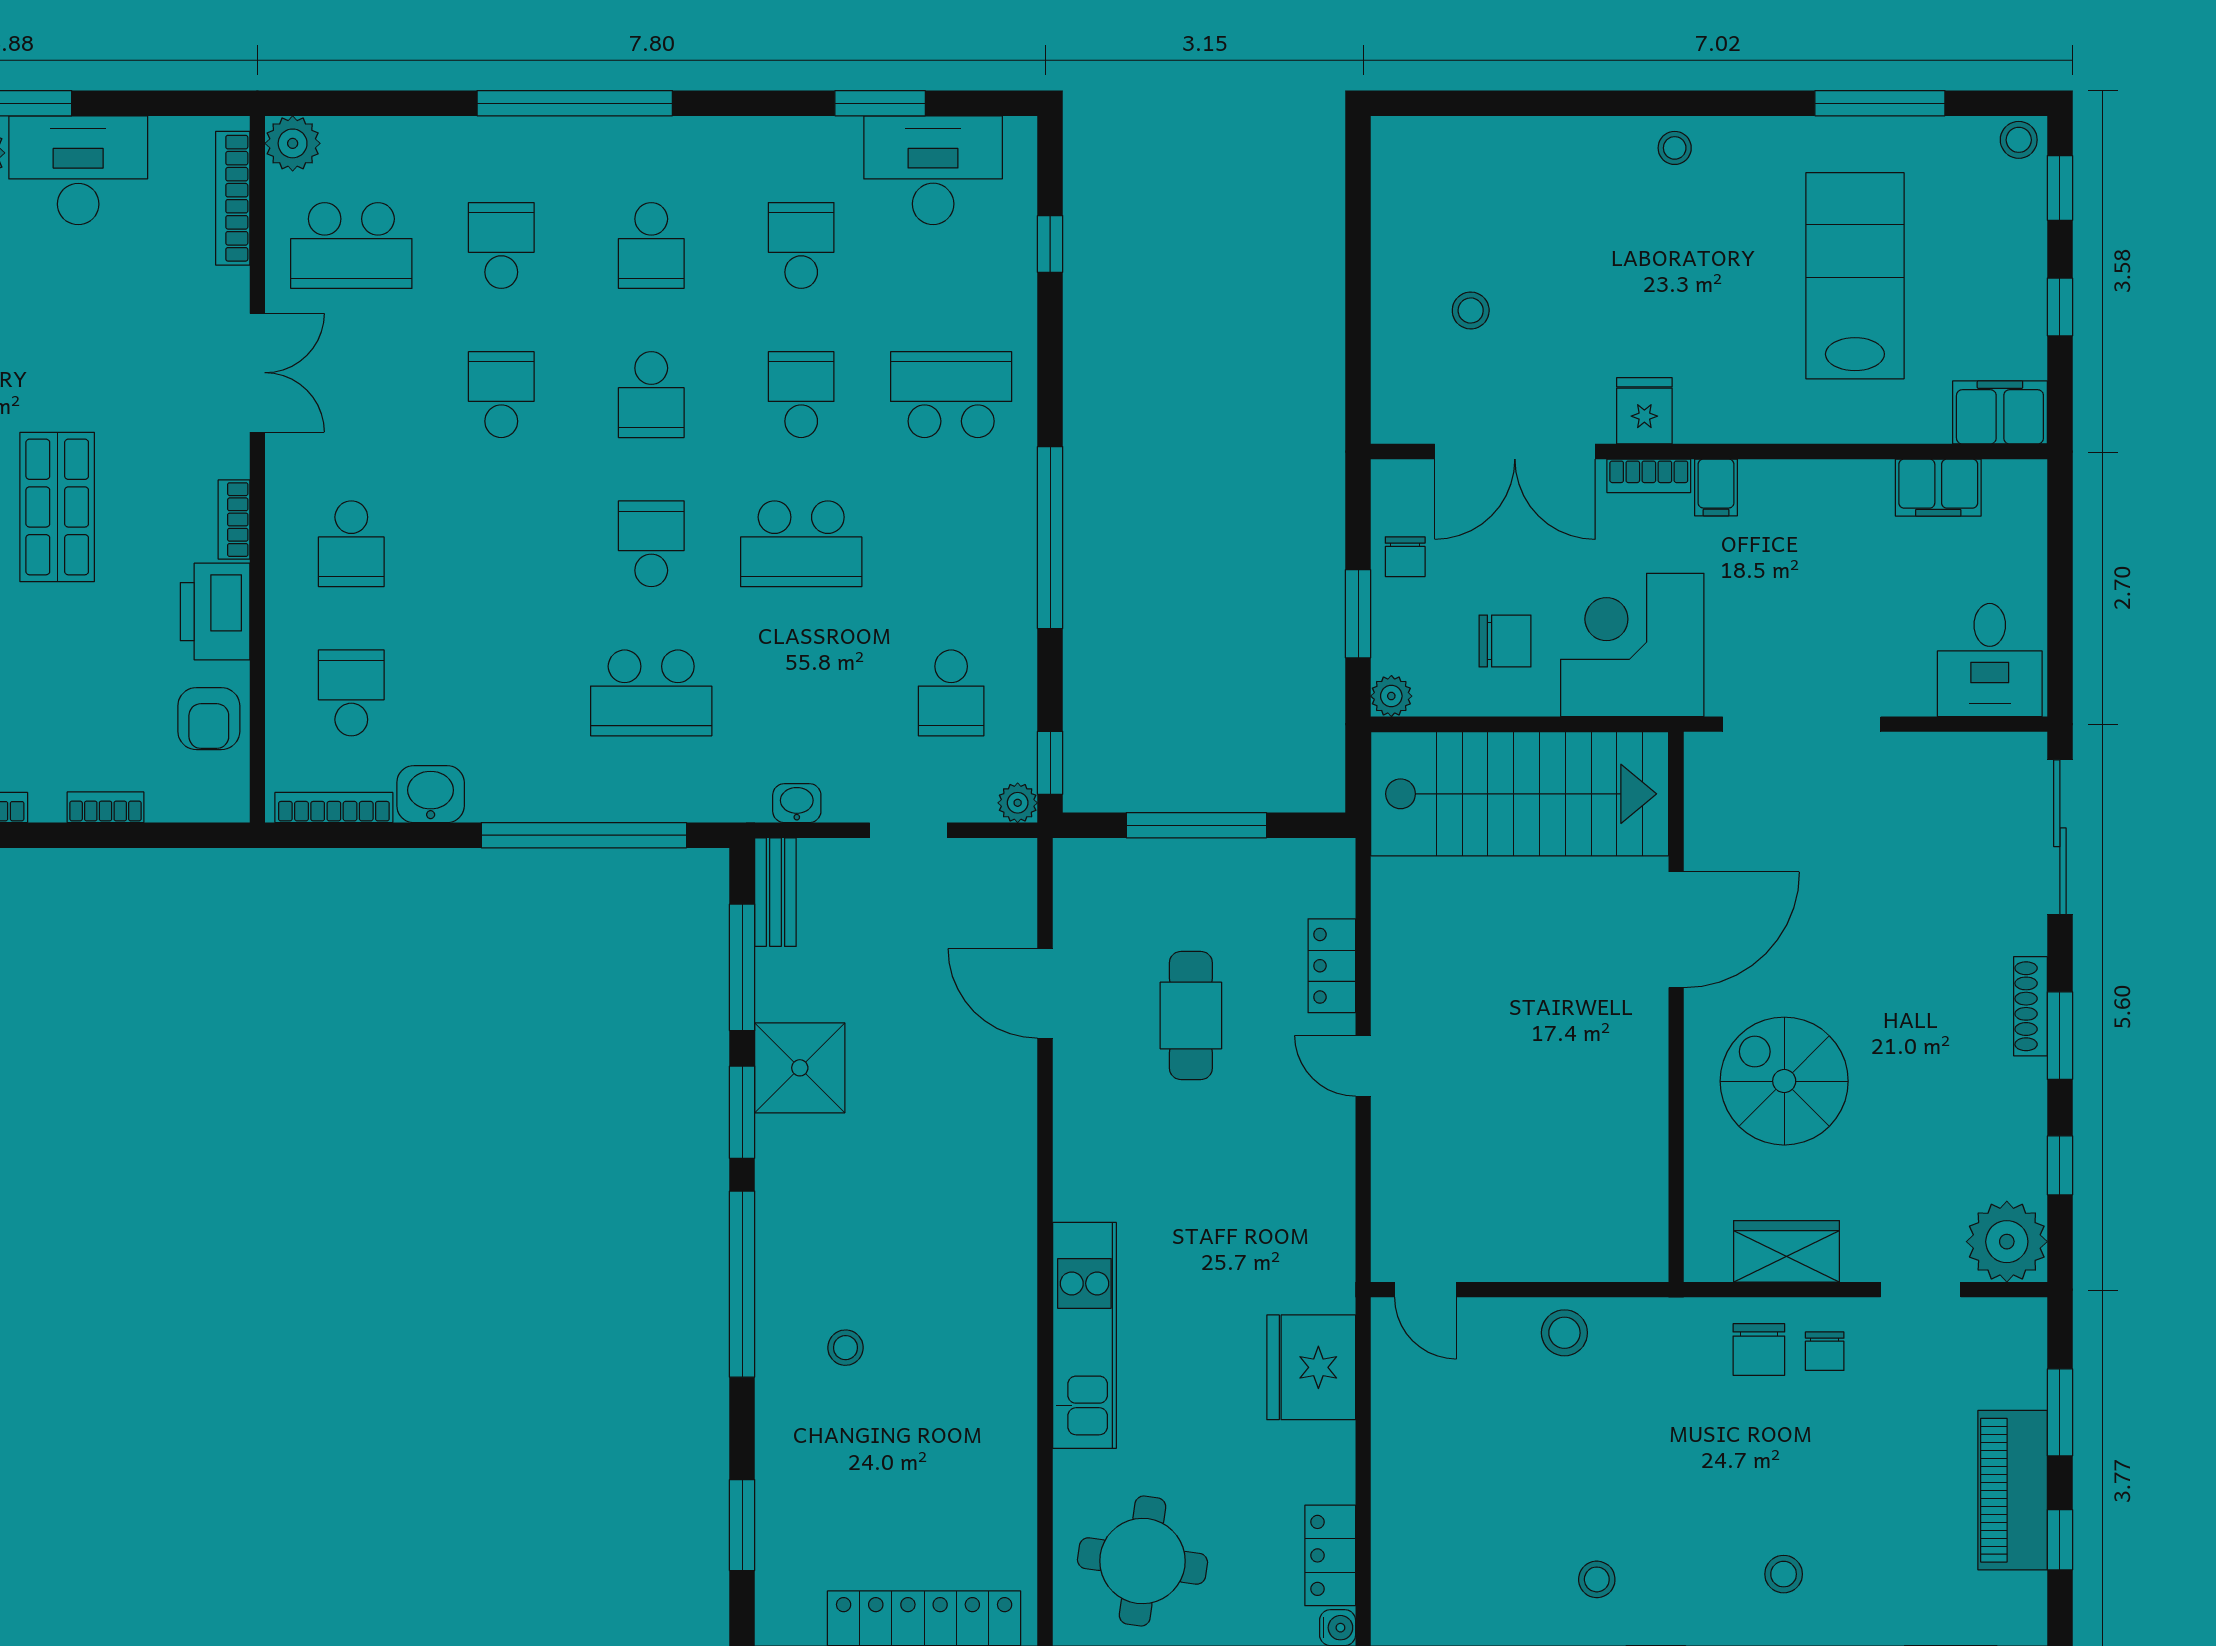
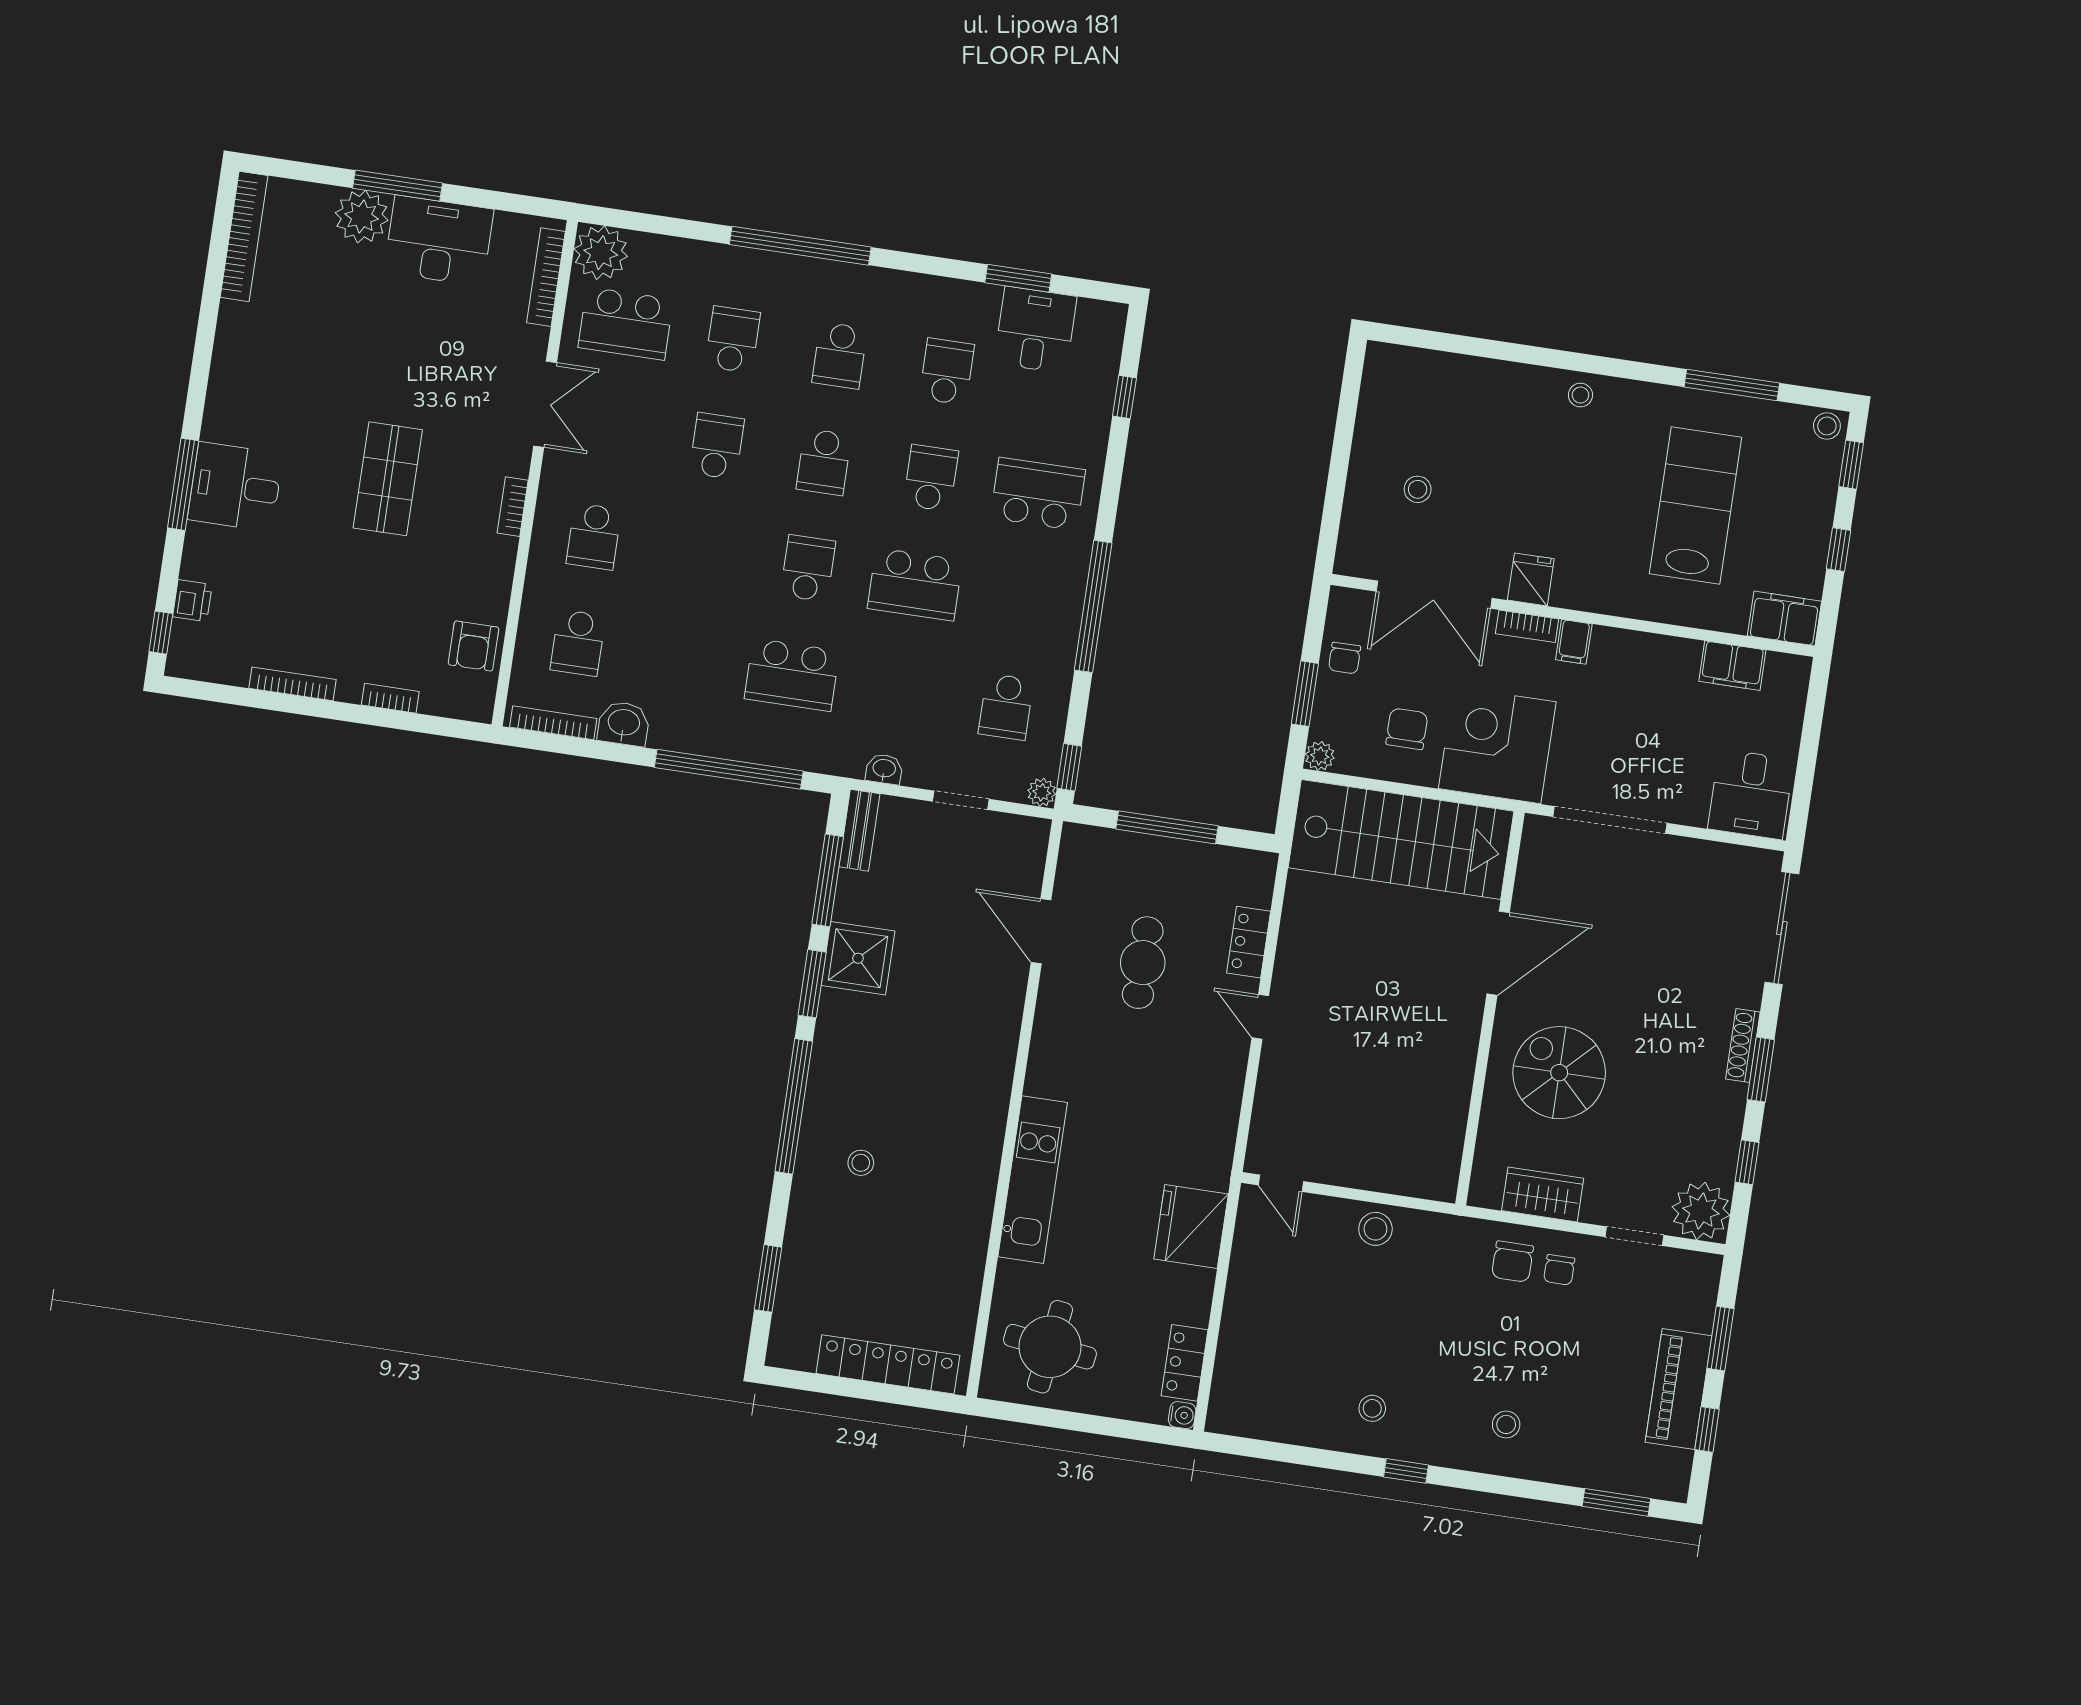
plant: (293, 143) -> (601, 253), width x1.36, depth x1.36
desk: (933, 170) -> (1035, 330), width x0.73
printer: (215, 612) -> (489, 570), removed
chair: (1505, 641) -> (1407, 729), turned -90
school desk: (351, 693) -> (578, 643), turned 180

